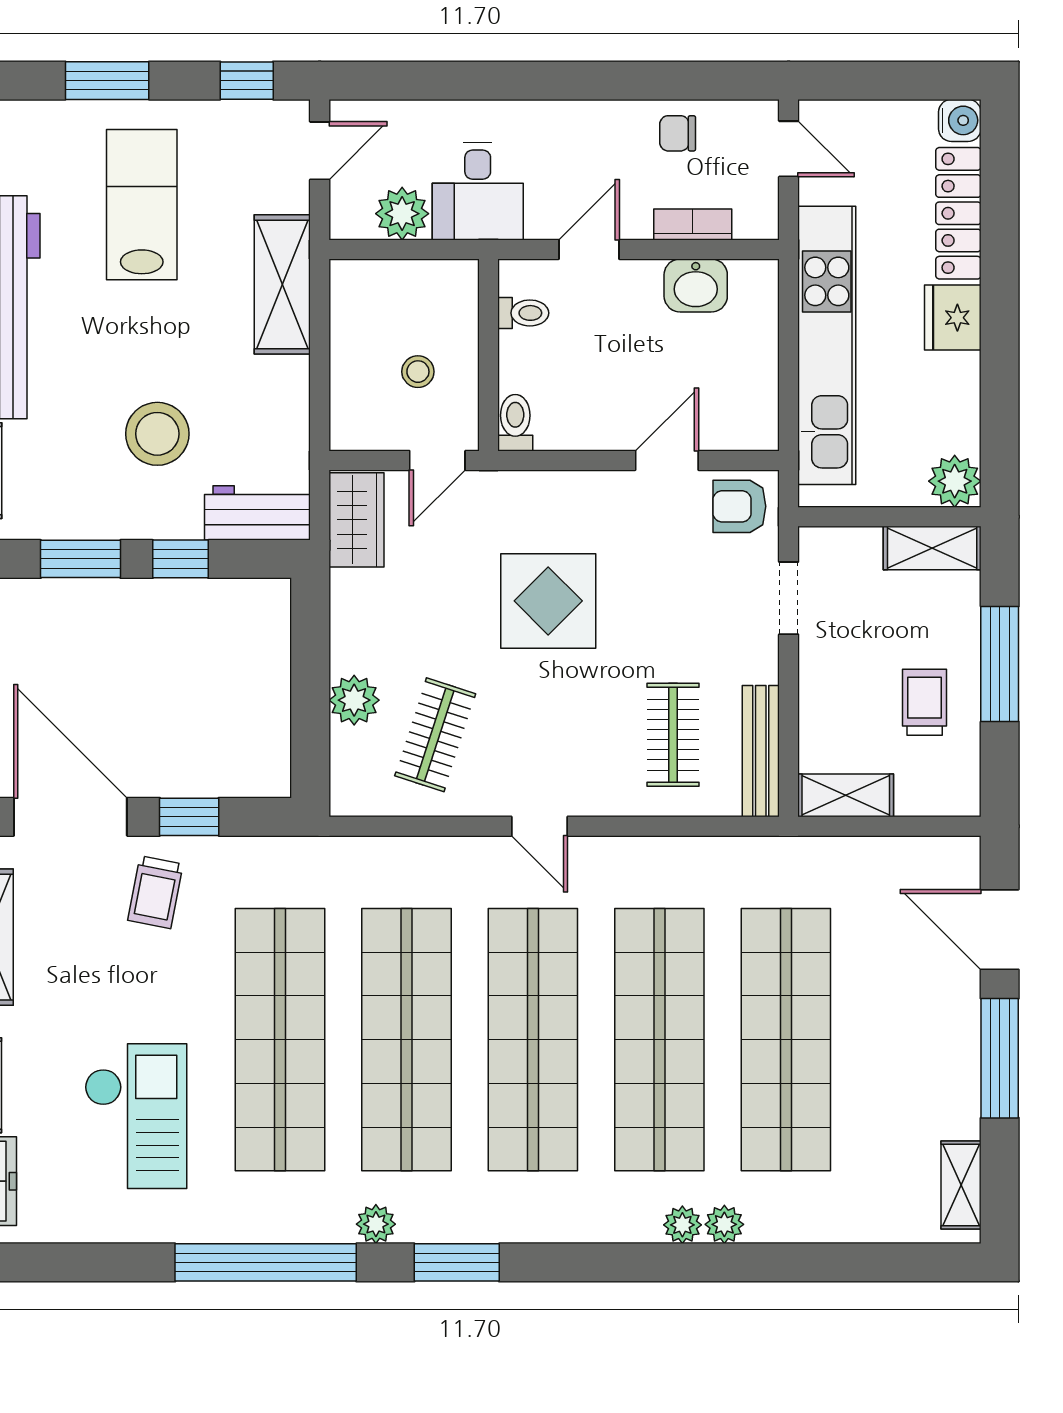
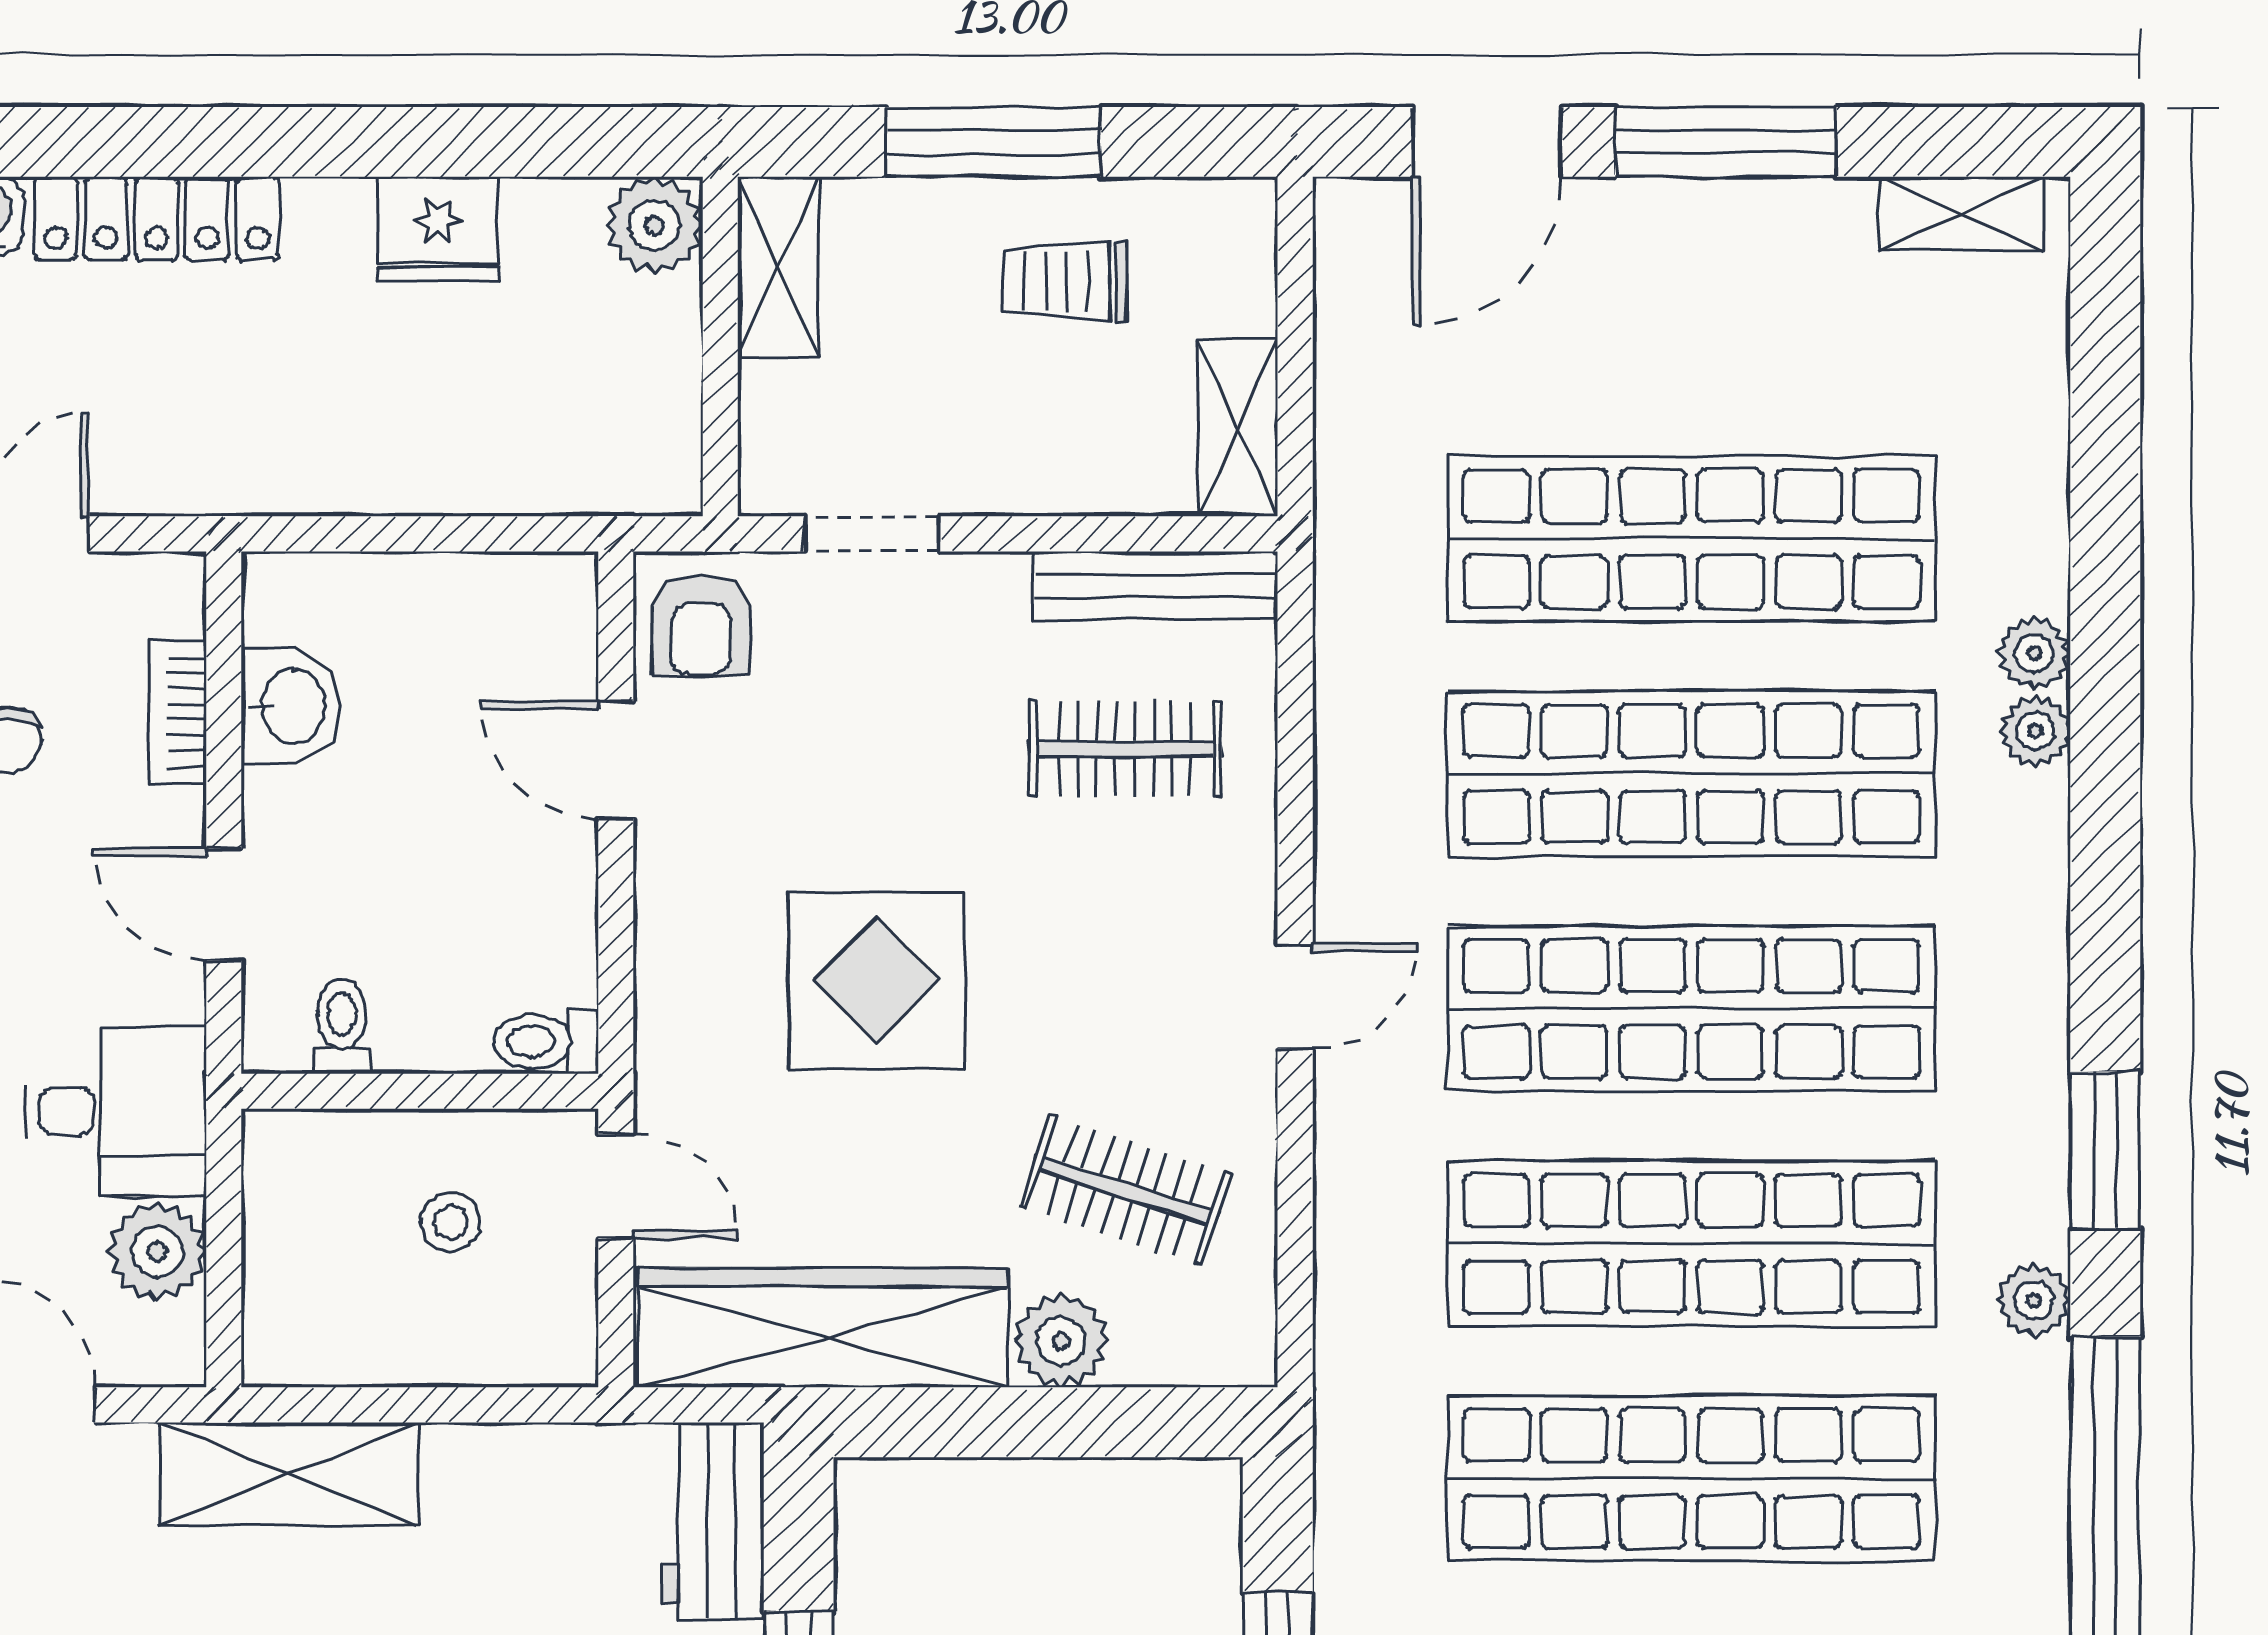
fridge: (953, 318) -> (438, 229), moved
kitchen unit: (827, 345) -> (402, 463), removed
wardrobe: (356, 520) -> (823, 1328), width x2.10, depth x1.17

